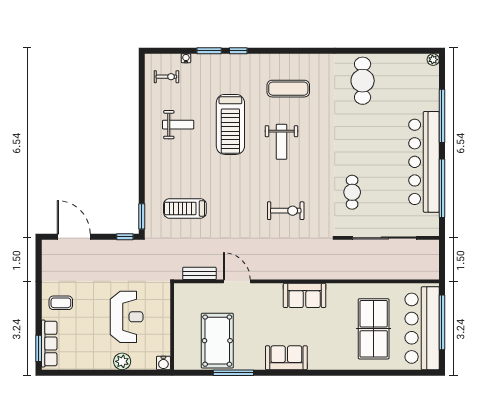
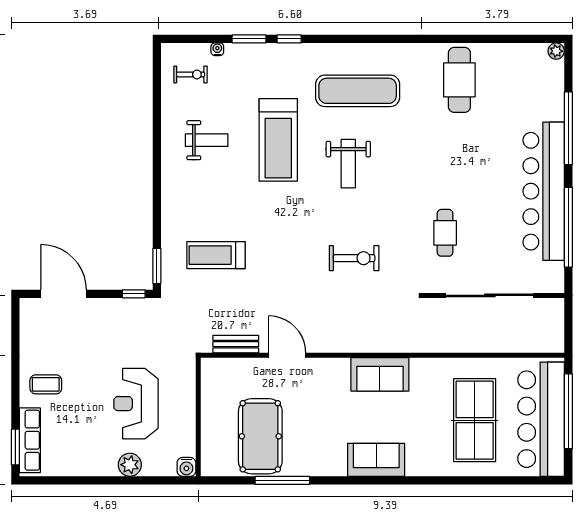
exercise mat: (288, 89) -> (358, 91), width x1.36, depth x1.45
reception desk: (127, 317) -> (136, 404), turned 180
sofa: (286, 358) -> (376, 460), moved

